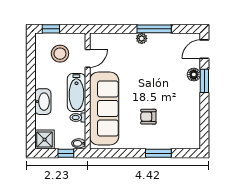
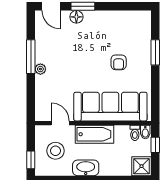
washbasin: (43, 102) -> (86, 168), moved
toilet: (78, 118) -> (135, 133), moved

